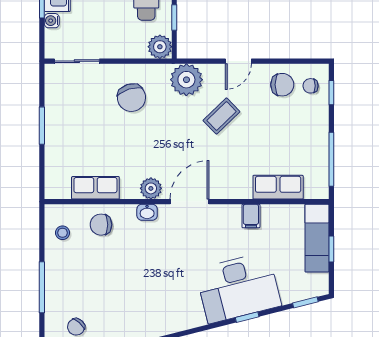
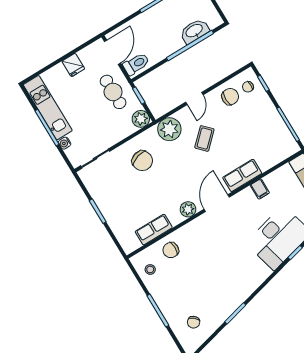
row of seats: (278, 187) -> (242, 175), moved
washbasin: (147, 212) -> (195, 225), removed

